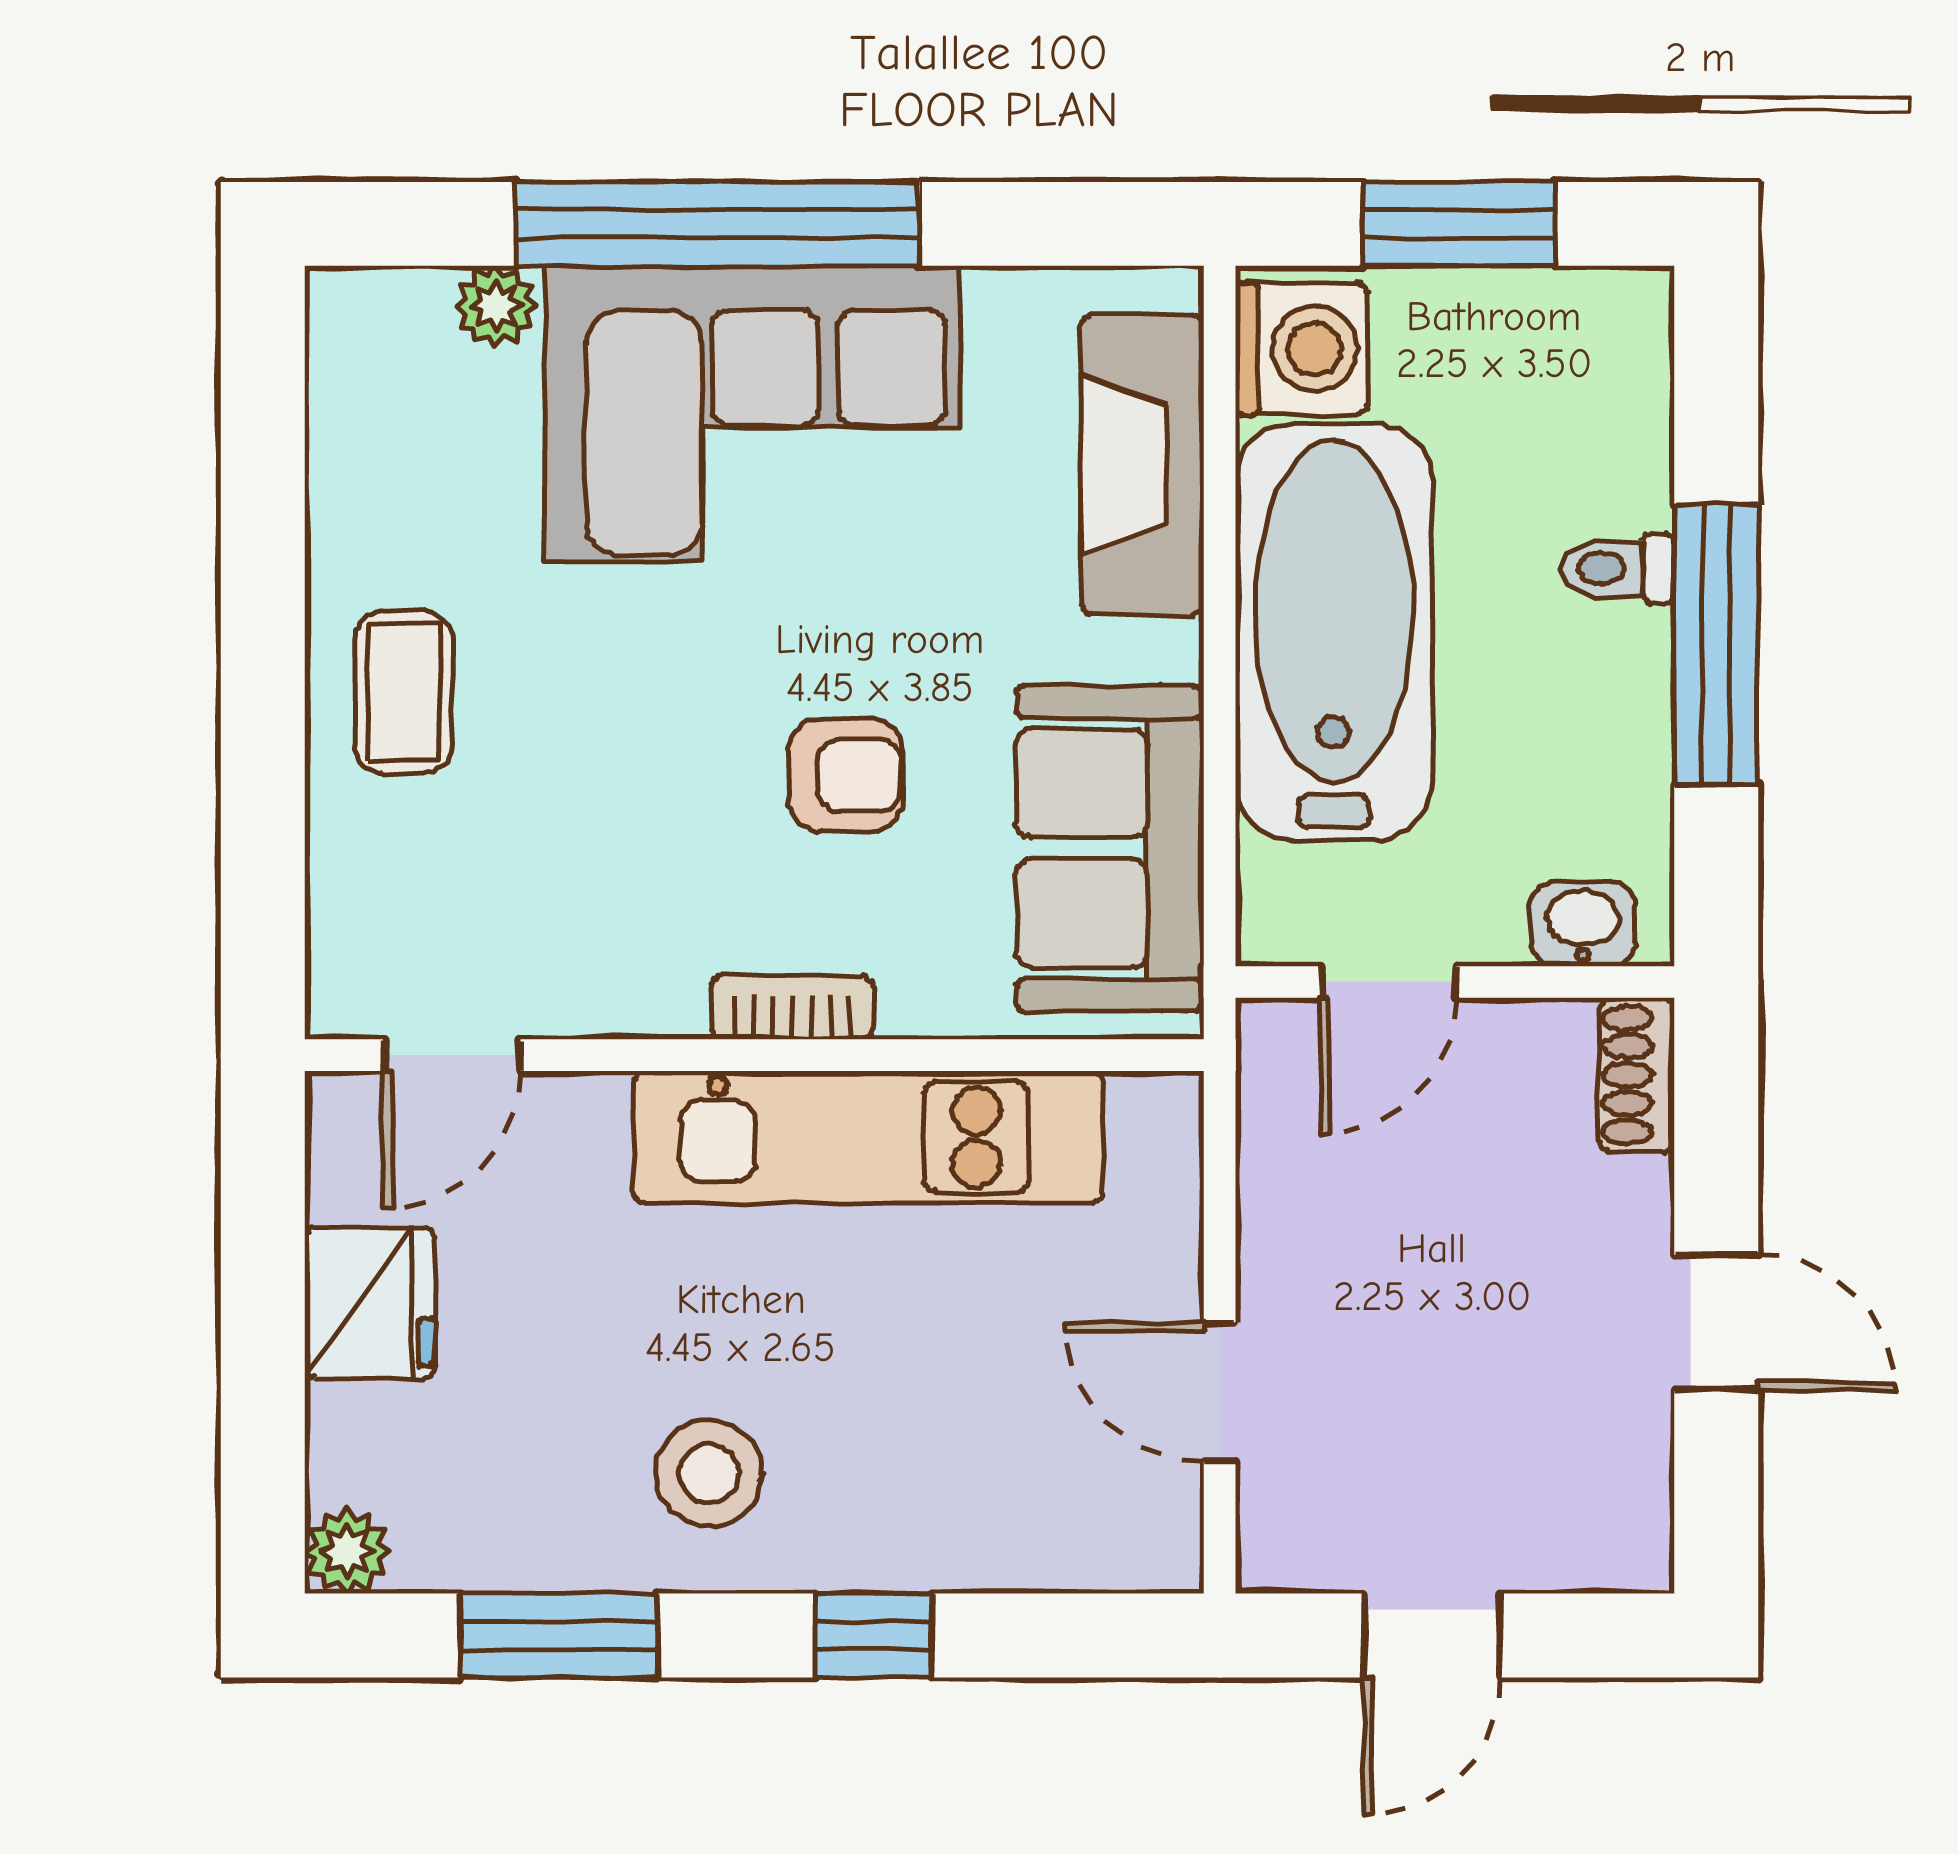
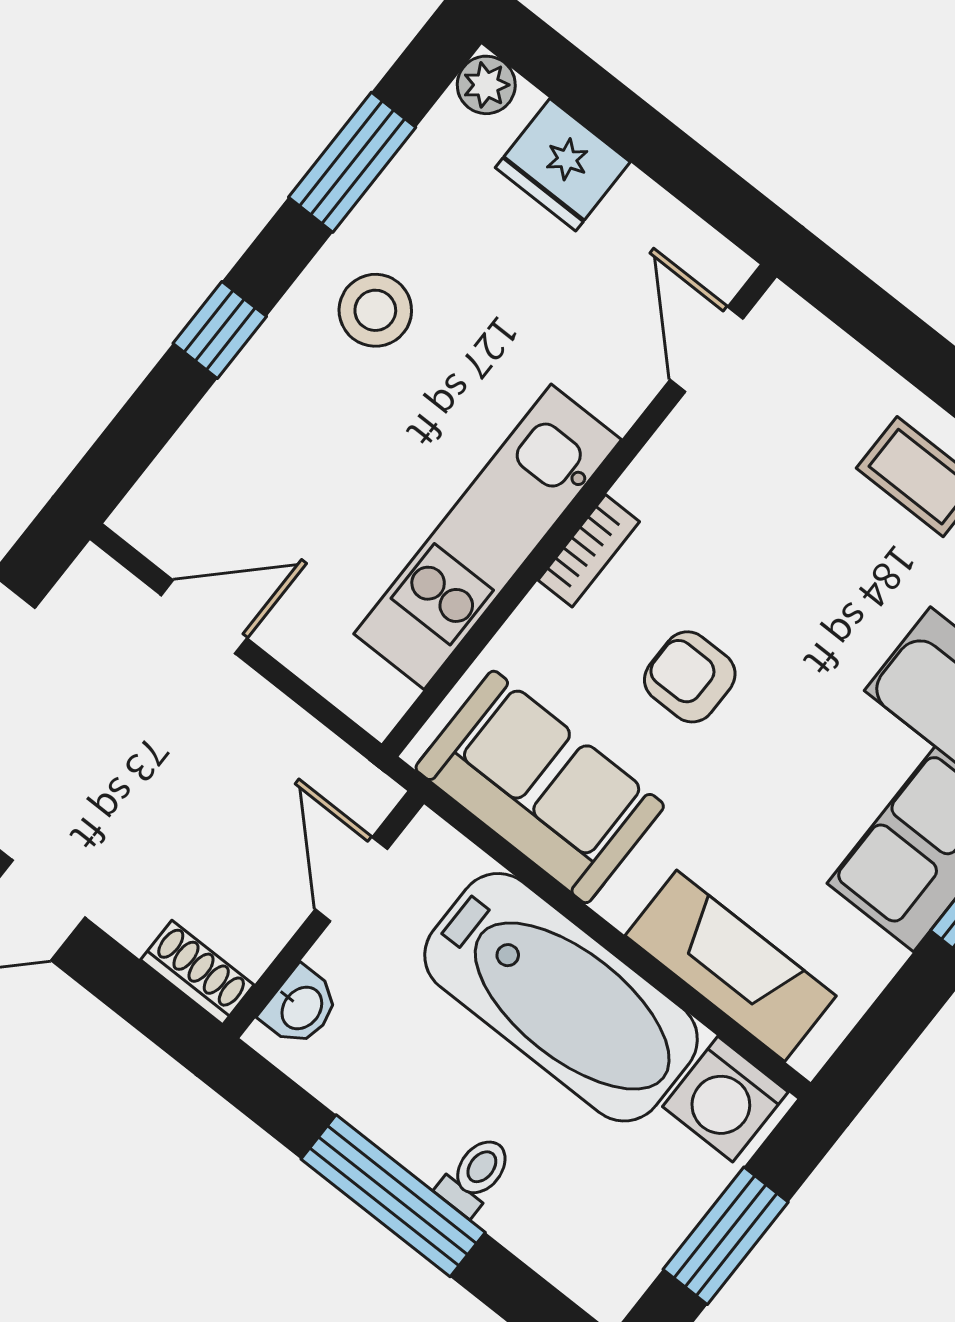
armchair: (846, 775) -> (690, 677), turned 90
fridge: (370, 1303) -> (563, 165), moved

